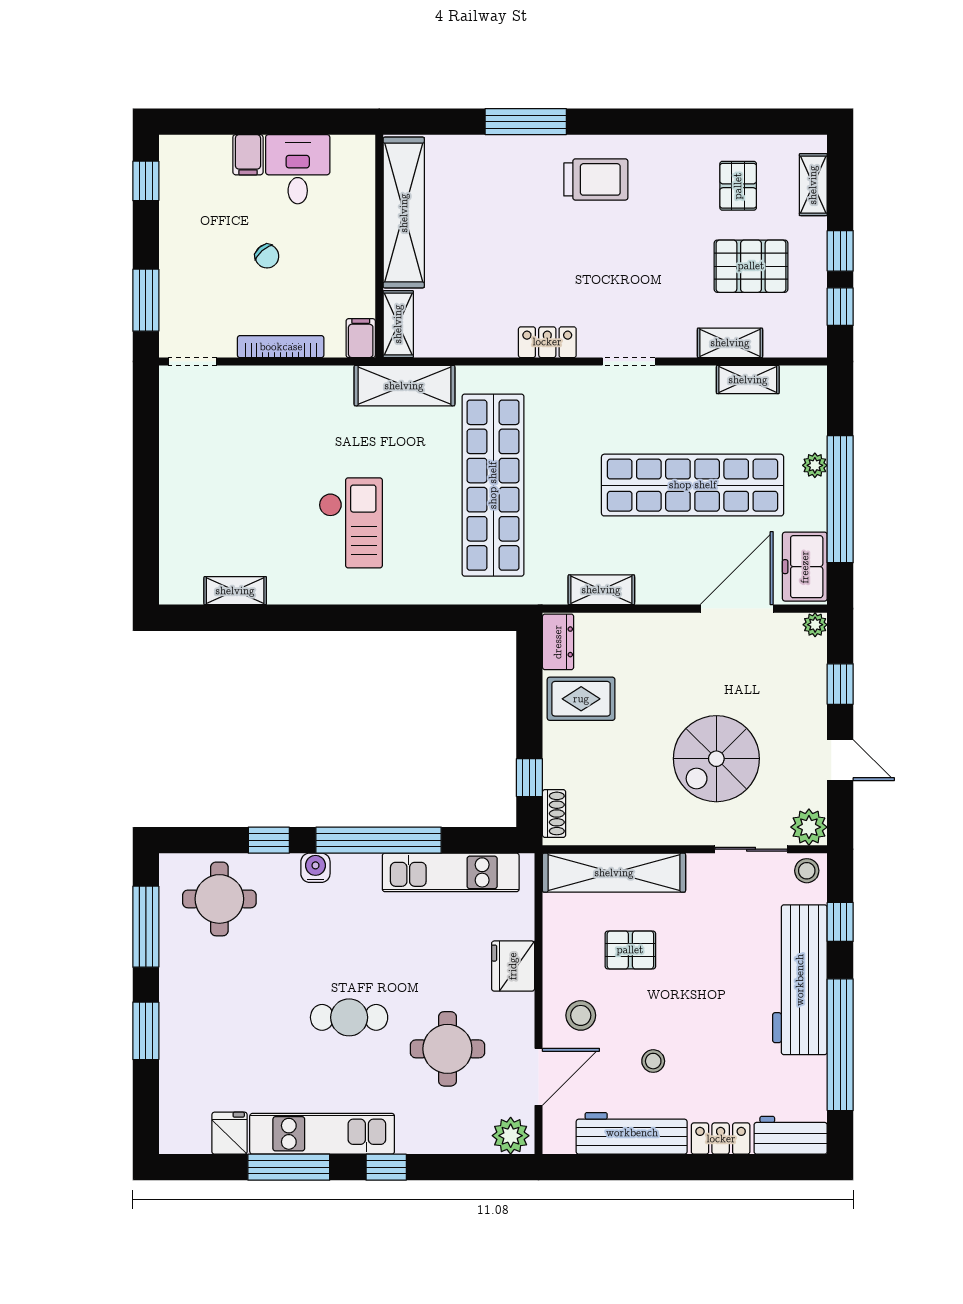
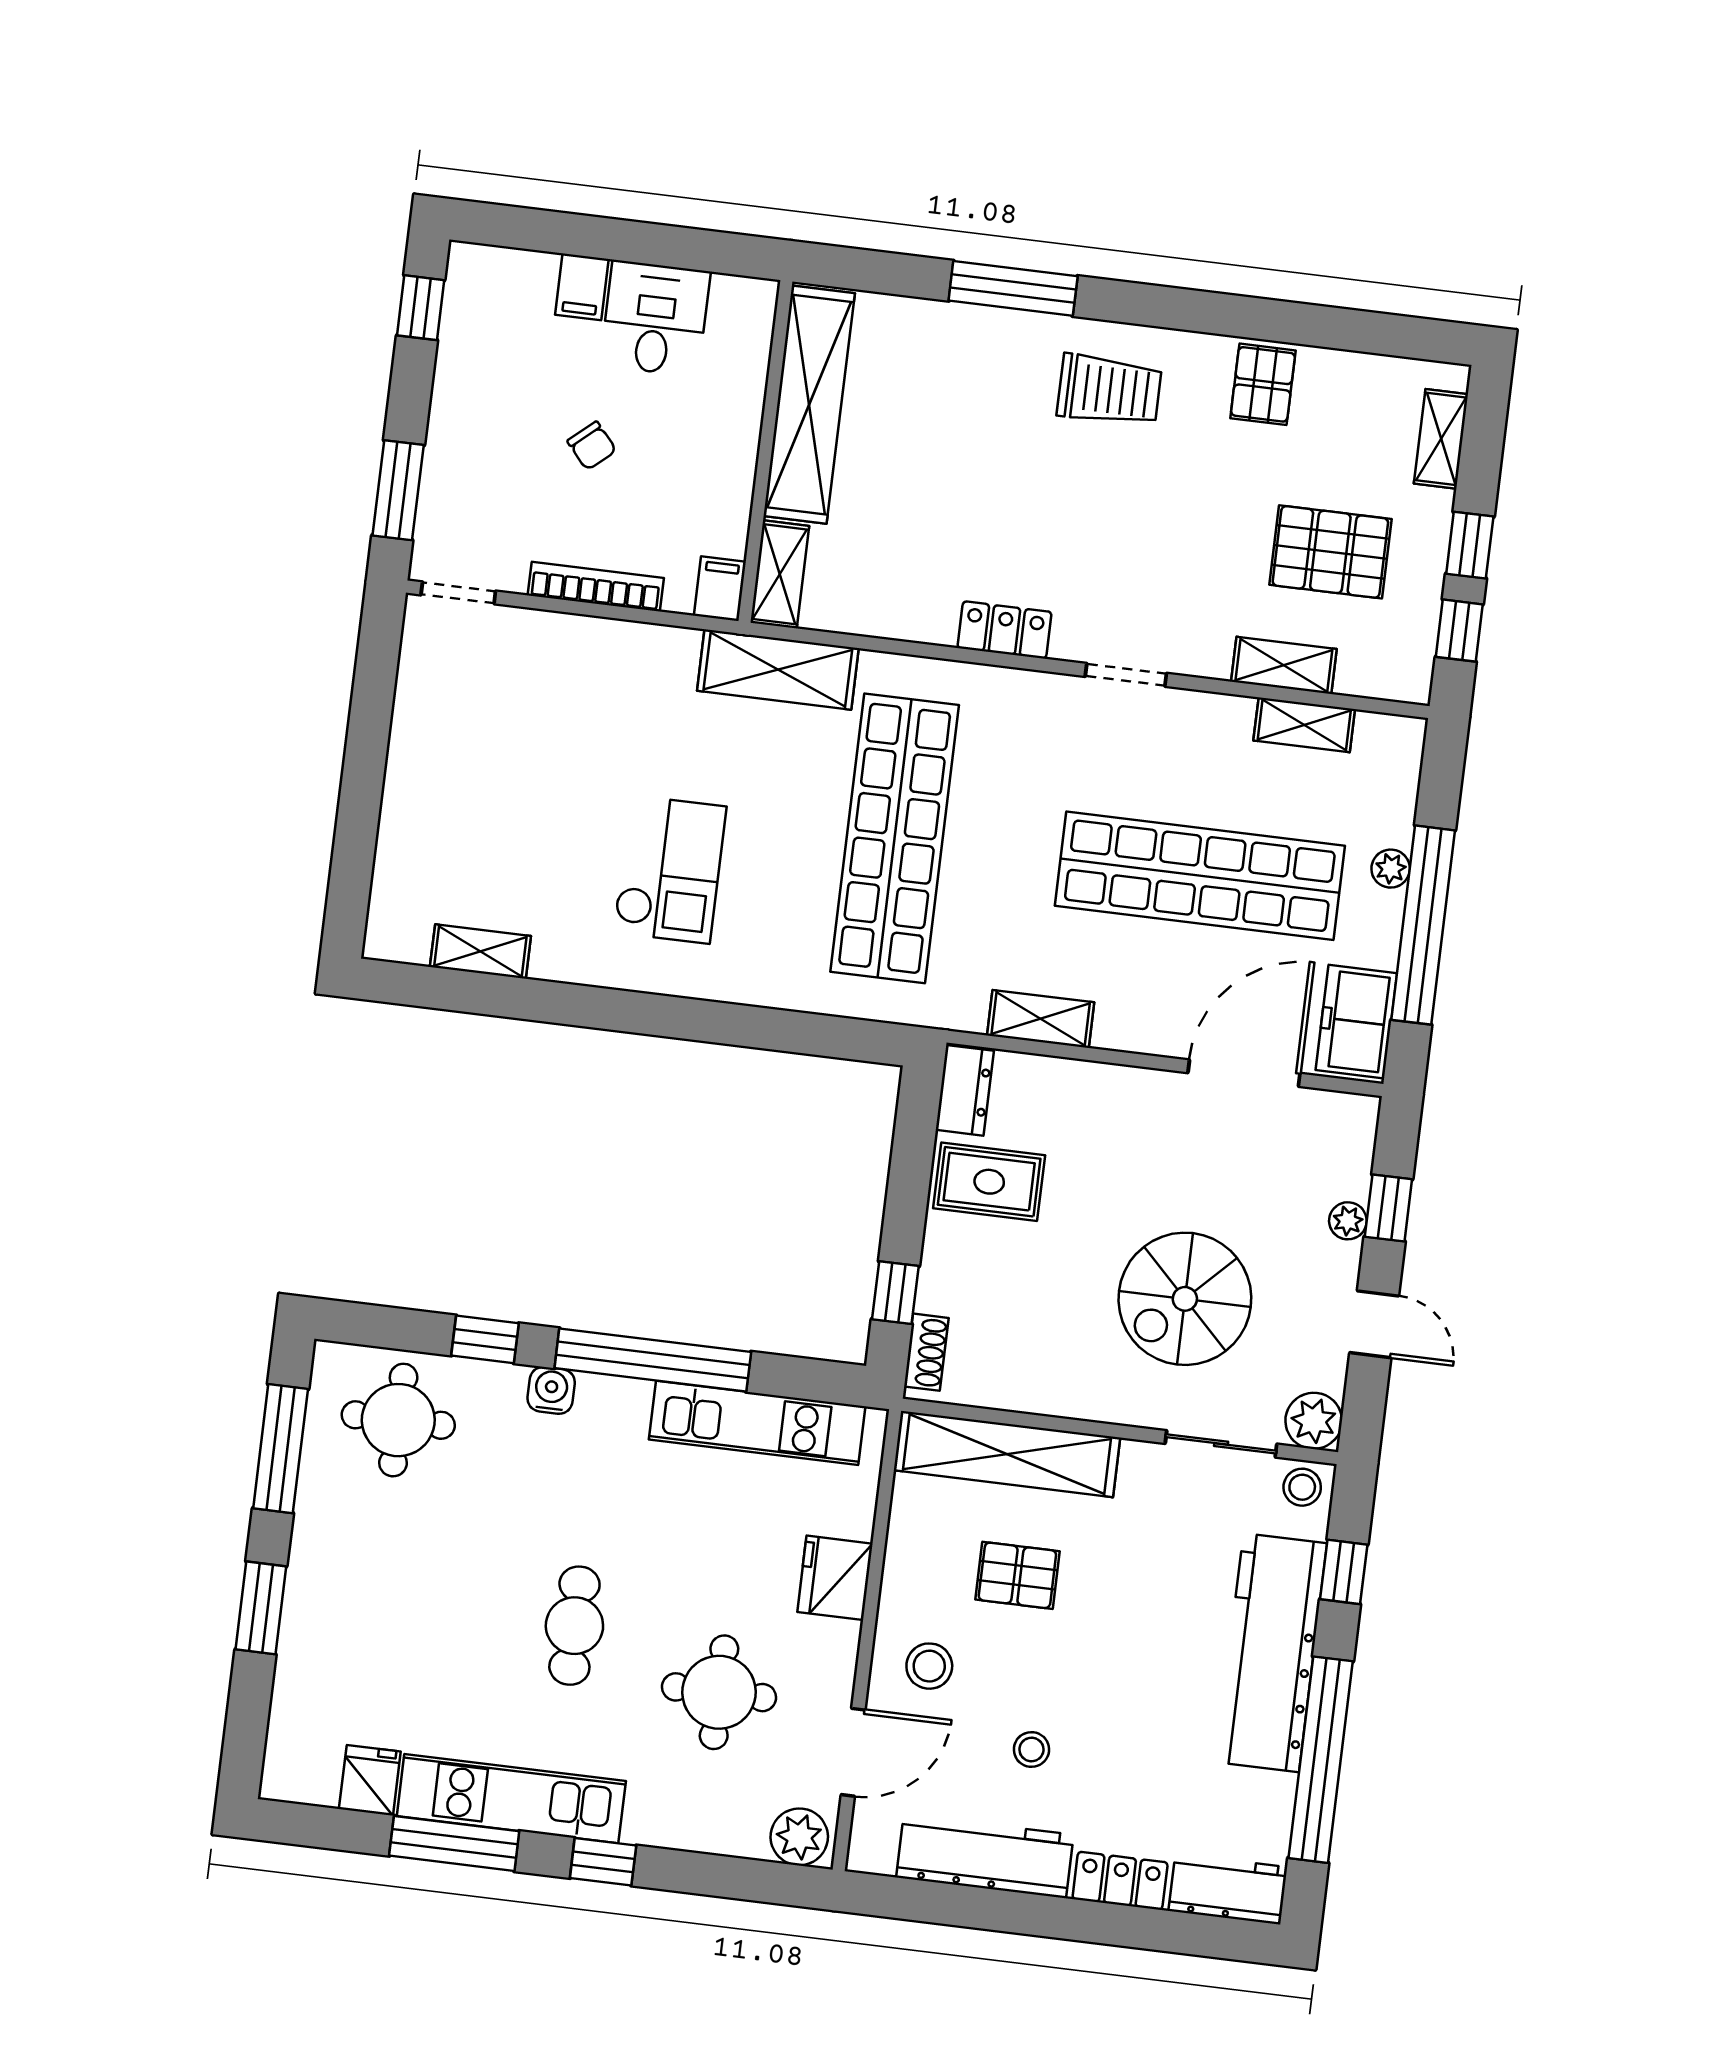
pallet: (738, 186) -> (1263, 384), moved
plant: (815, 625) -> (1348, 1221), moved
cafe table: (349, 1017) -> (574, 1626), turned 90

